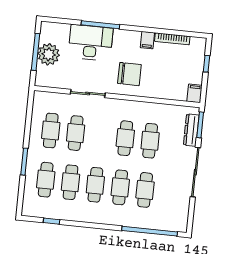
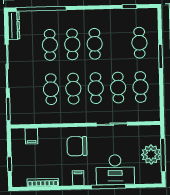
filing cabinet: (147, 40) -> (78, 178), moved
filing cabinet: (195, 93) -> (31, 136), moved
dresser: (191, 130) -> (14, 26), moved
cafe table: (71, 182) -> (96, 88), moved

